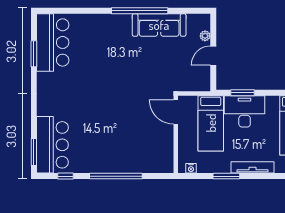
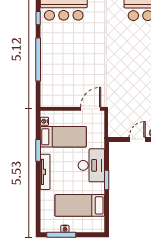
door: (213, 56) -> (137, 140), hinge flipped
window: (243, 93) -> (107, 180), moved
bed: (211, 123) -> (63, 137), moved, turned 180

